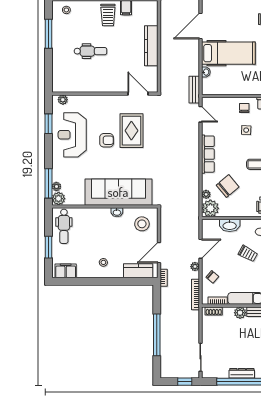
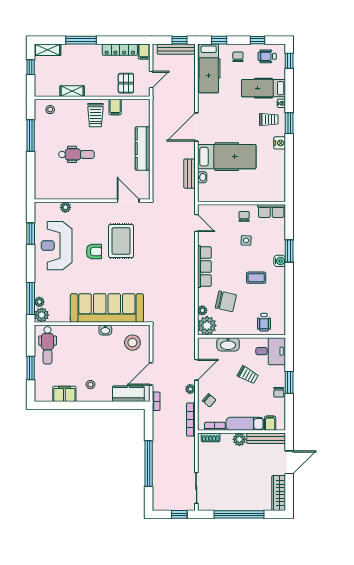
bench: (194, 90) -> (189, 174), moved
plant: (63, 100) -> (65, 207), moved
chair: (228, 186) -> (226, 301), turned 53
filing cabinet: (66, 271) -> (64, 394), moved
dresser: (242, 373) -> (241, 505), removed

